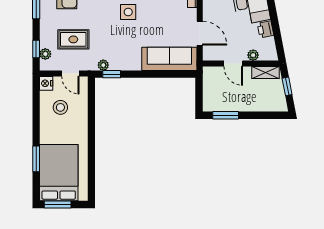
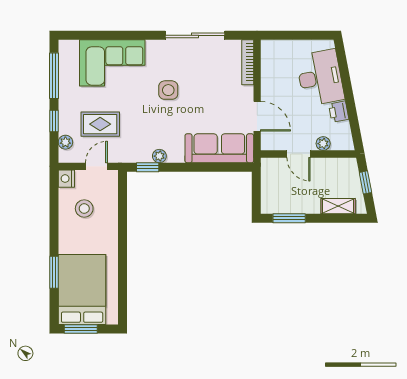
window: (36, 49) -> (54, 121), moved
plant: (103, 65) -> (159, 156), moved
door: (70, 73) -> (96, 166), swing flipped
shelving: (265, 73) -> (338, 206), moved

